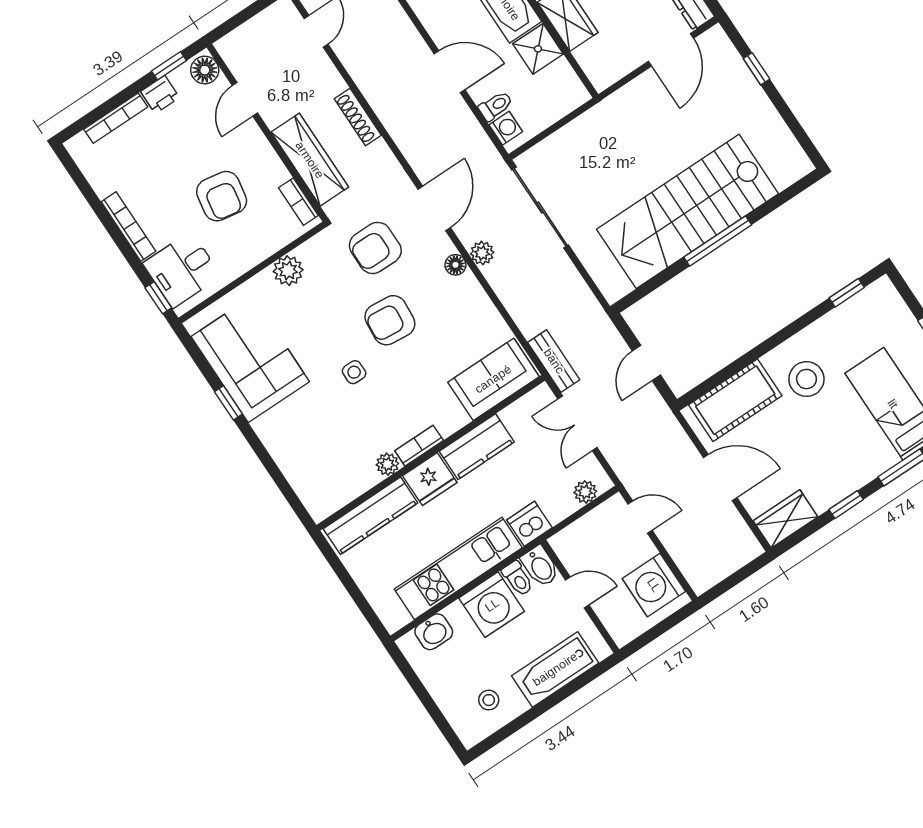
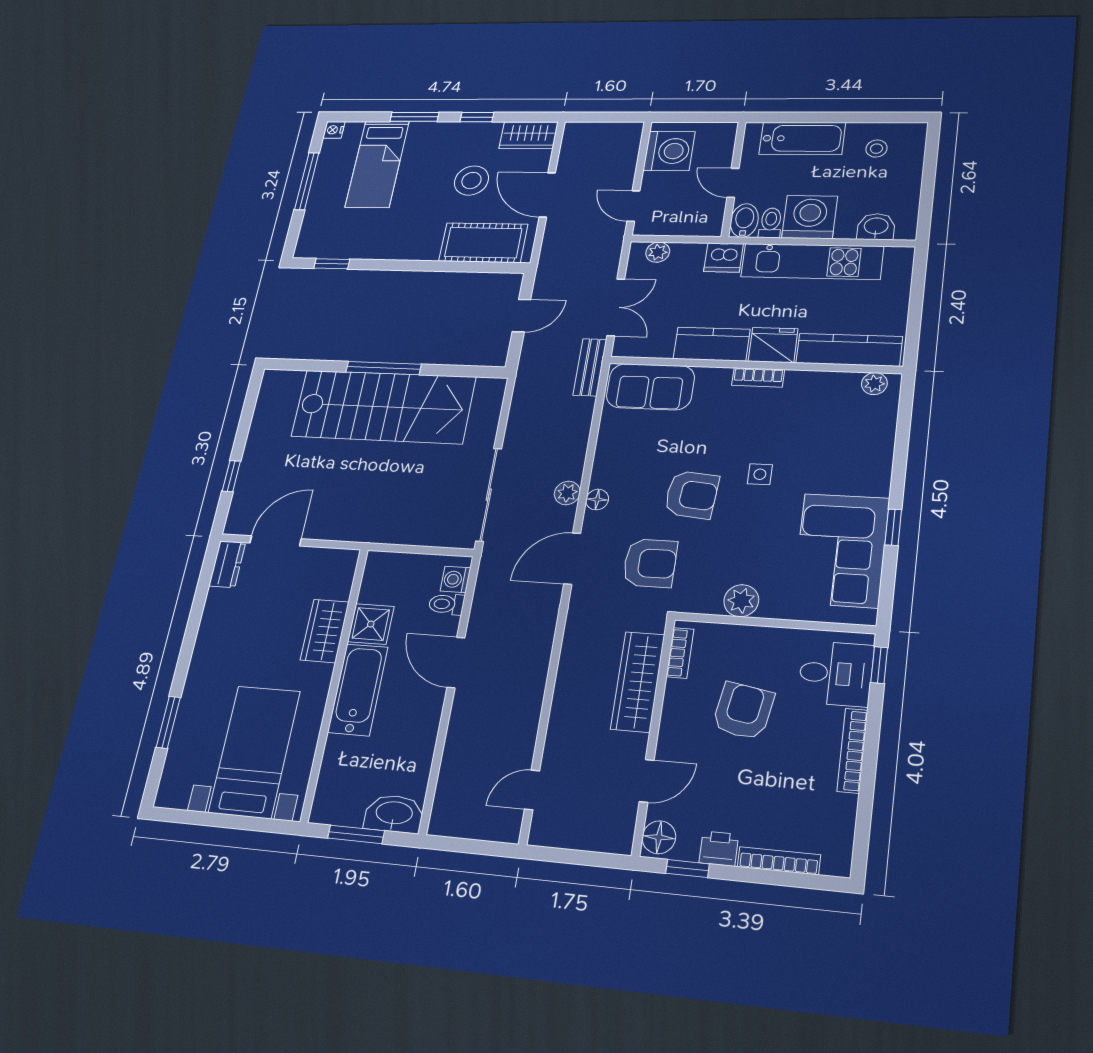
shoe rack: (358, 117) -> (565, 686), removed
stool: (806, 379) -> (471, 181), moved
plant: (387, 464) -> (874, 384), moved

